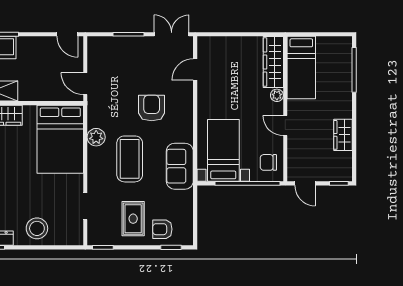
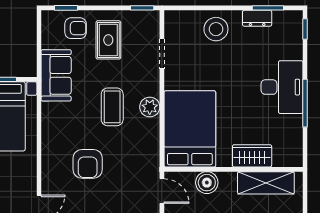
boiler: (45, 91) -> (207, 183), added
plant: (96, 137) -> (150, 107), moved
coffee table: (130, 159) -> (112, 107), width x0.73, depth x0.76
sofa: (180, 166) -> (56, 75), moved

